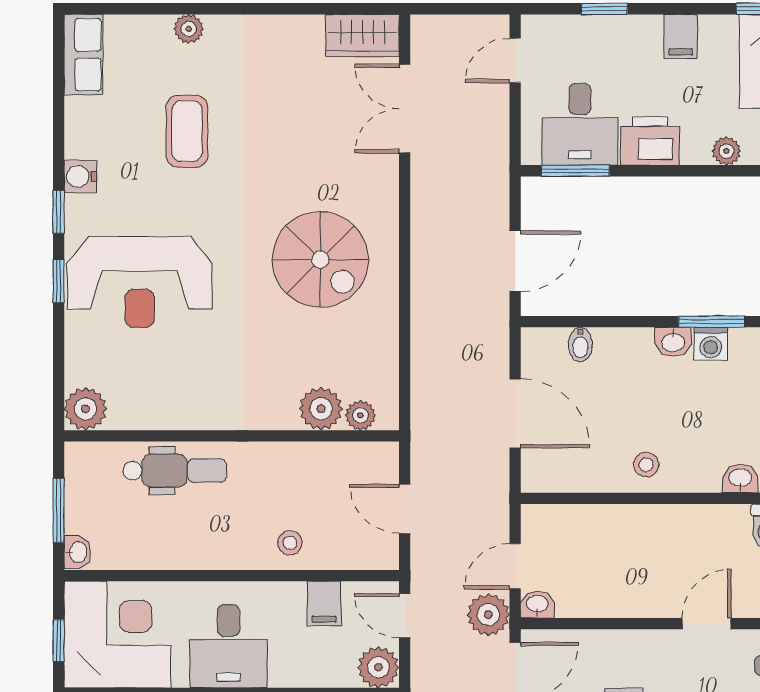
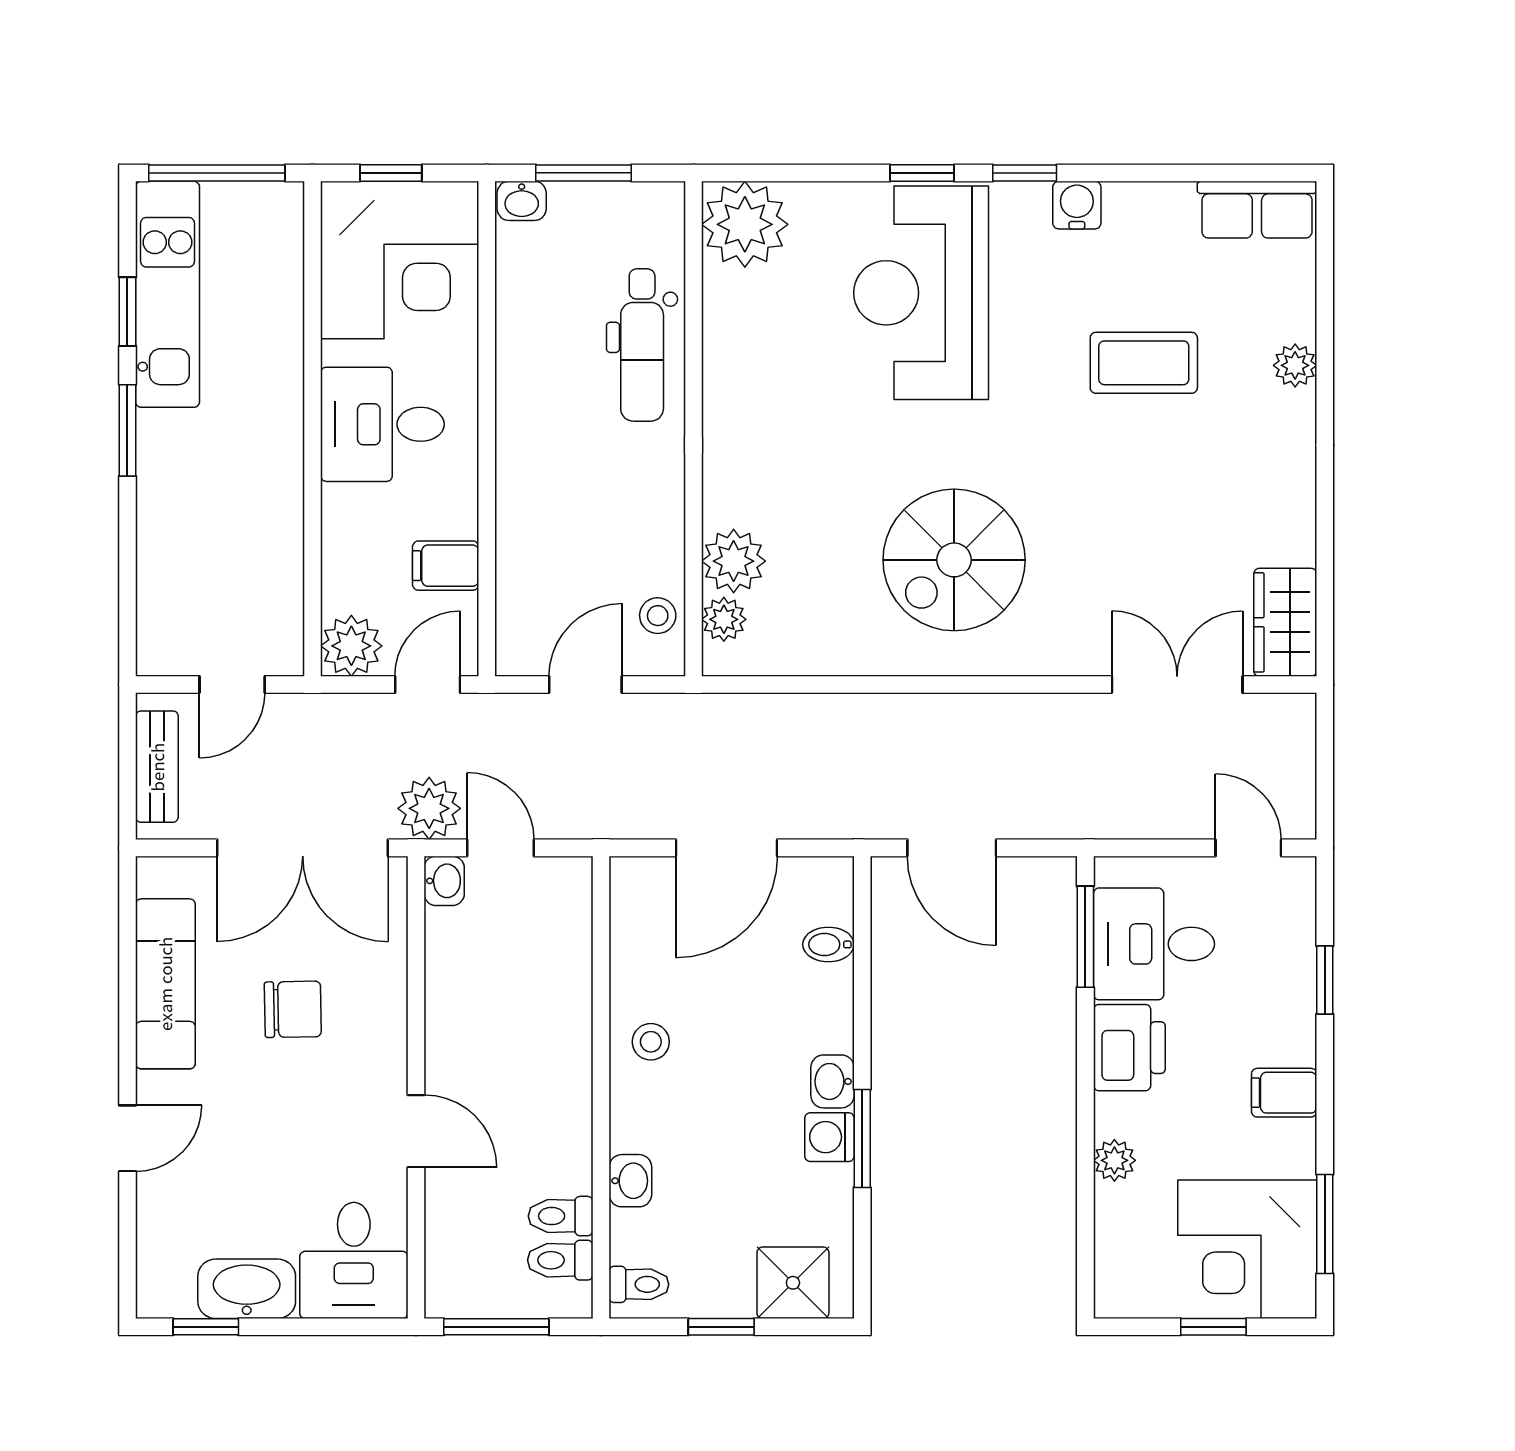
plant: (85, 409) -> (745, 224), width x1.36, depth x1.36
stool: (290, 543) -> (658, 616), moved

